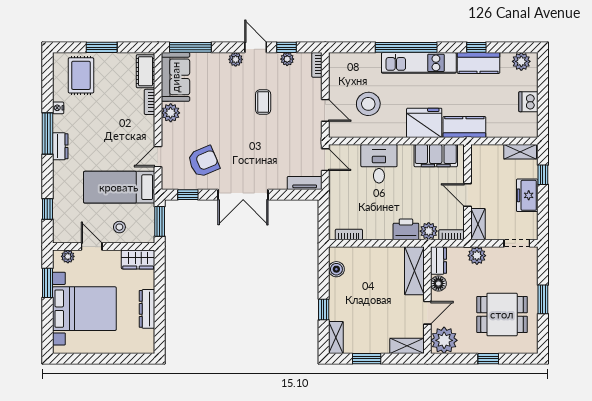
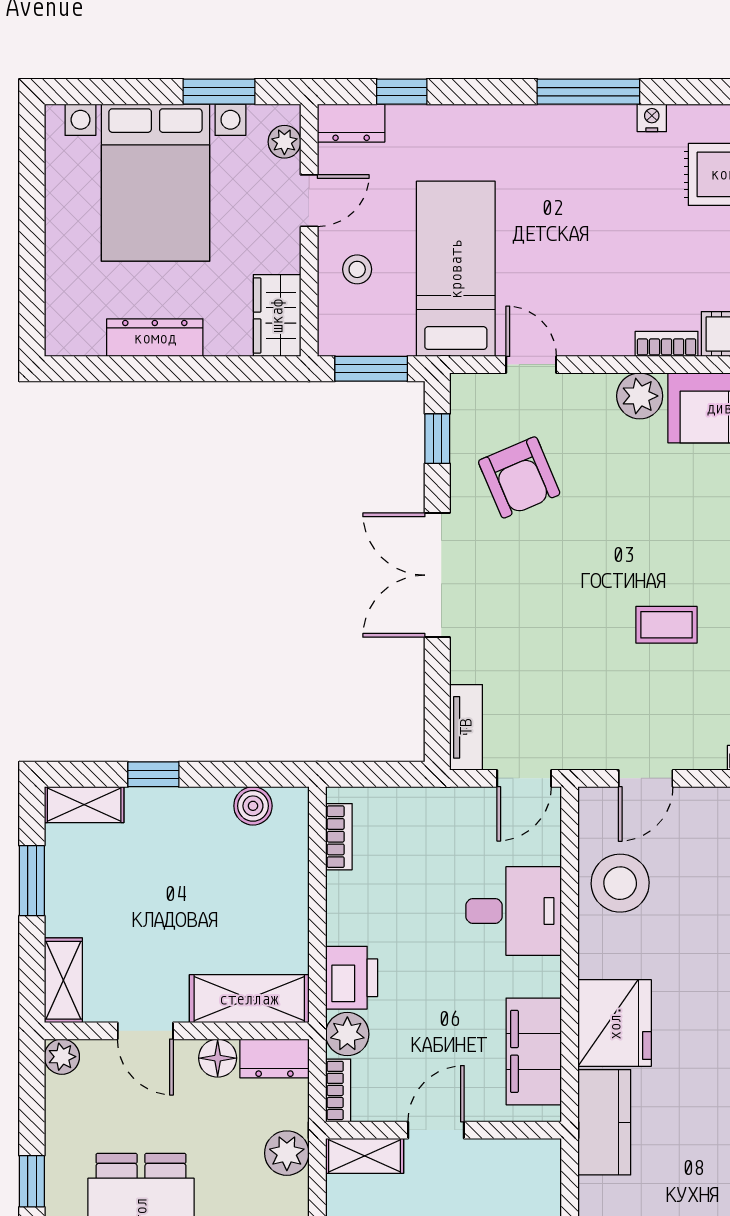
stool: (368, 104) -> (620, 883), moved
dresser: (60, 146) -> (351, 123), moved
plant: (444, 340) -> (62, 1057), width x0.53, depth x0.53

